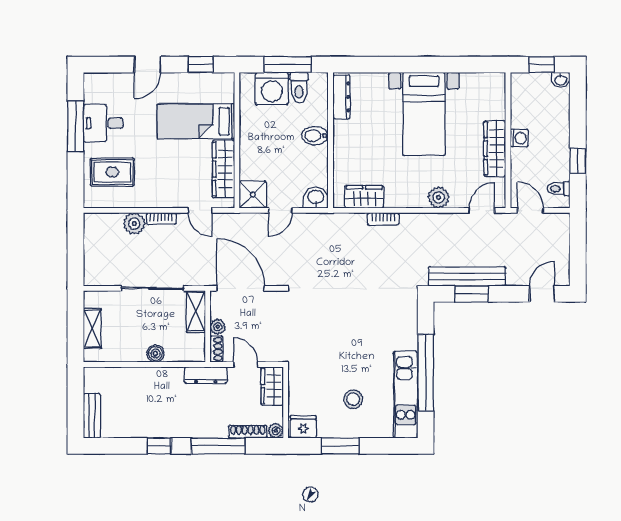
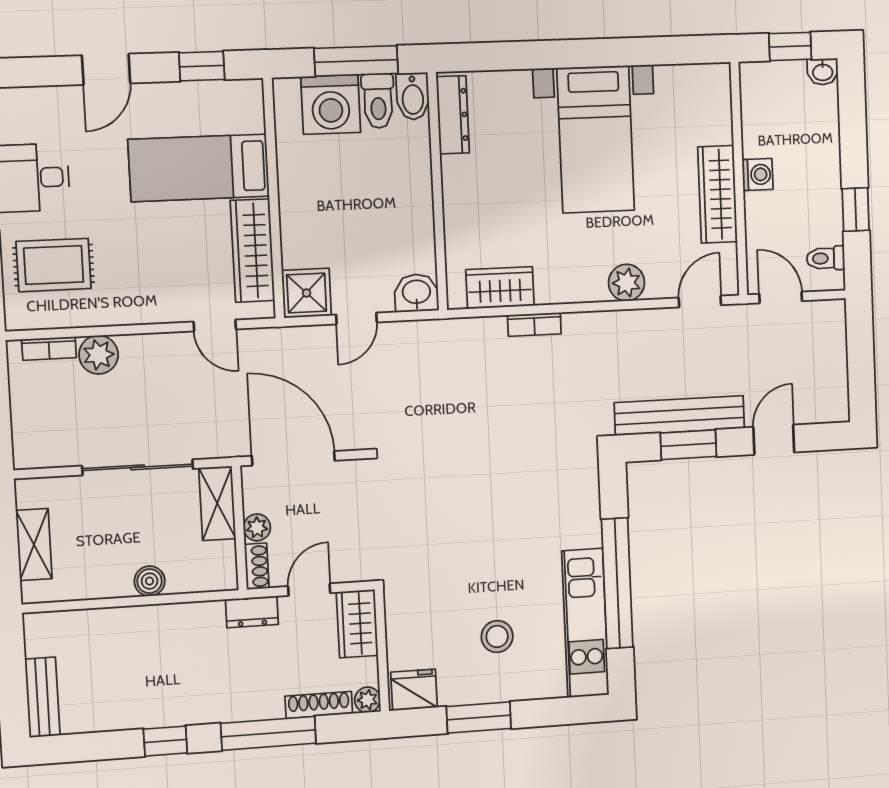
bidet: (315, 136) -> (413, 96), moved, turned -90
bookcase: (161, 219) -> (49, 348), moved
door: (542, 294) -> (774, 440), moved
door: (246, 364) -> (309, 590), hinge flipped
dresser: (206, 375) -> (252, 612), width x0.70

